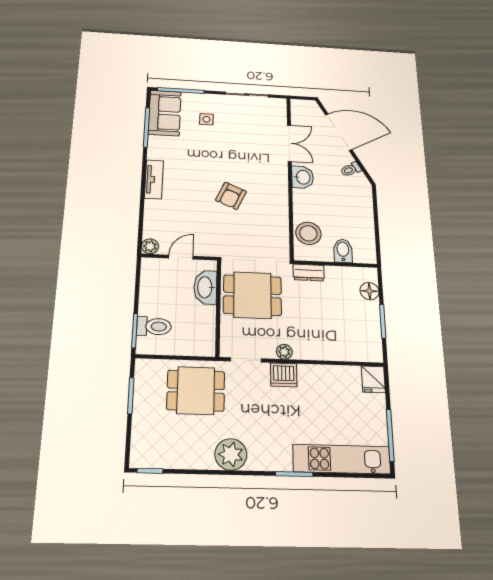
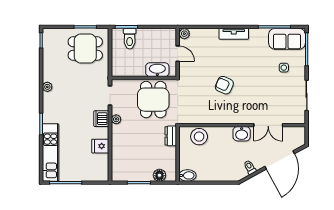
bidet: (343, 251) -> (187, 175), moved
fridge: (373, 379) -> (100, 146), moved
dining table: (196, 391) -> (85, 48), moved, turned 90
plant: (231, 454) -> (47, 87), width x0.53, depth x0.53

